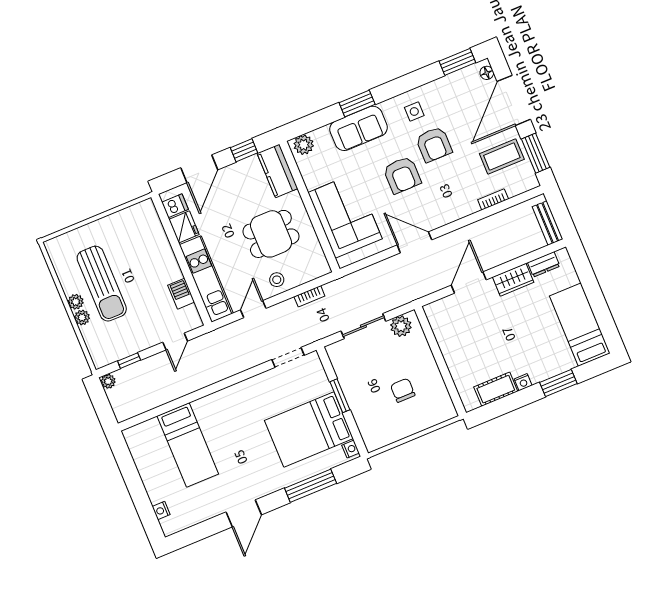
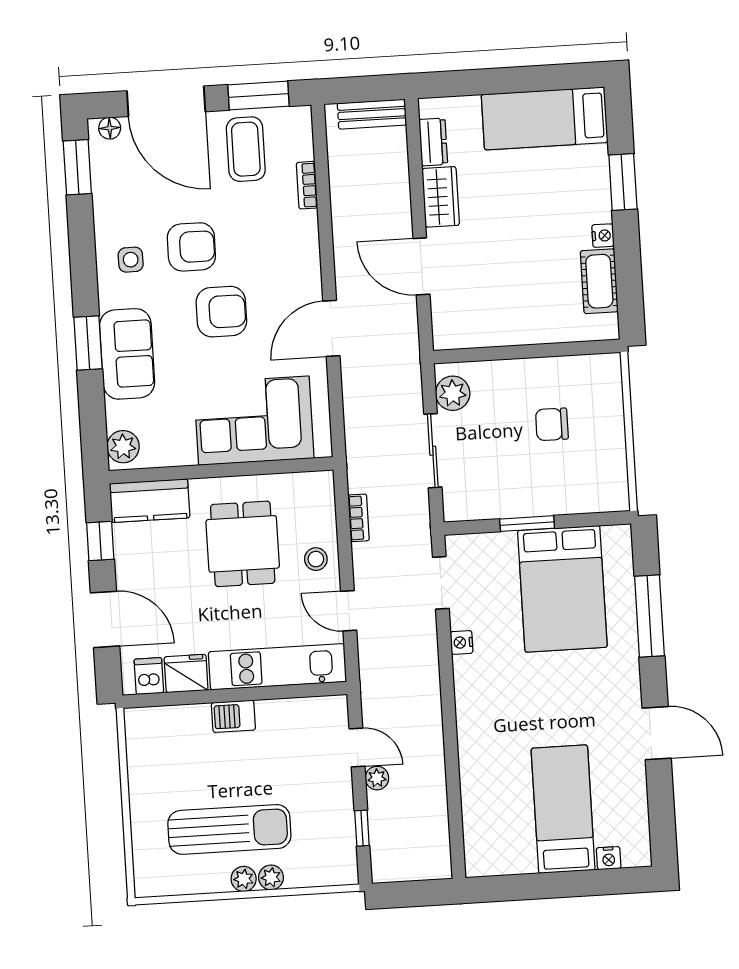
barbecue: (181, 294) -> (233, 716), moved
plant: (108, 381) -> (377, 778), moved
bed: (188, 445) -> (563, 809), moved, turned -90
nightstand: (351, 449) -> (462, 642), moved, turned -90

